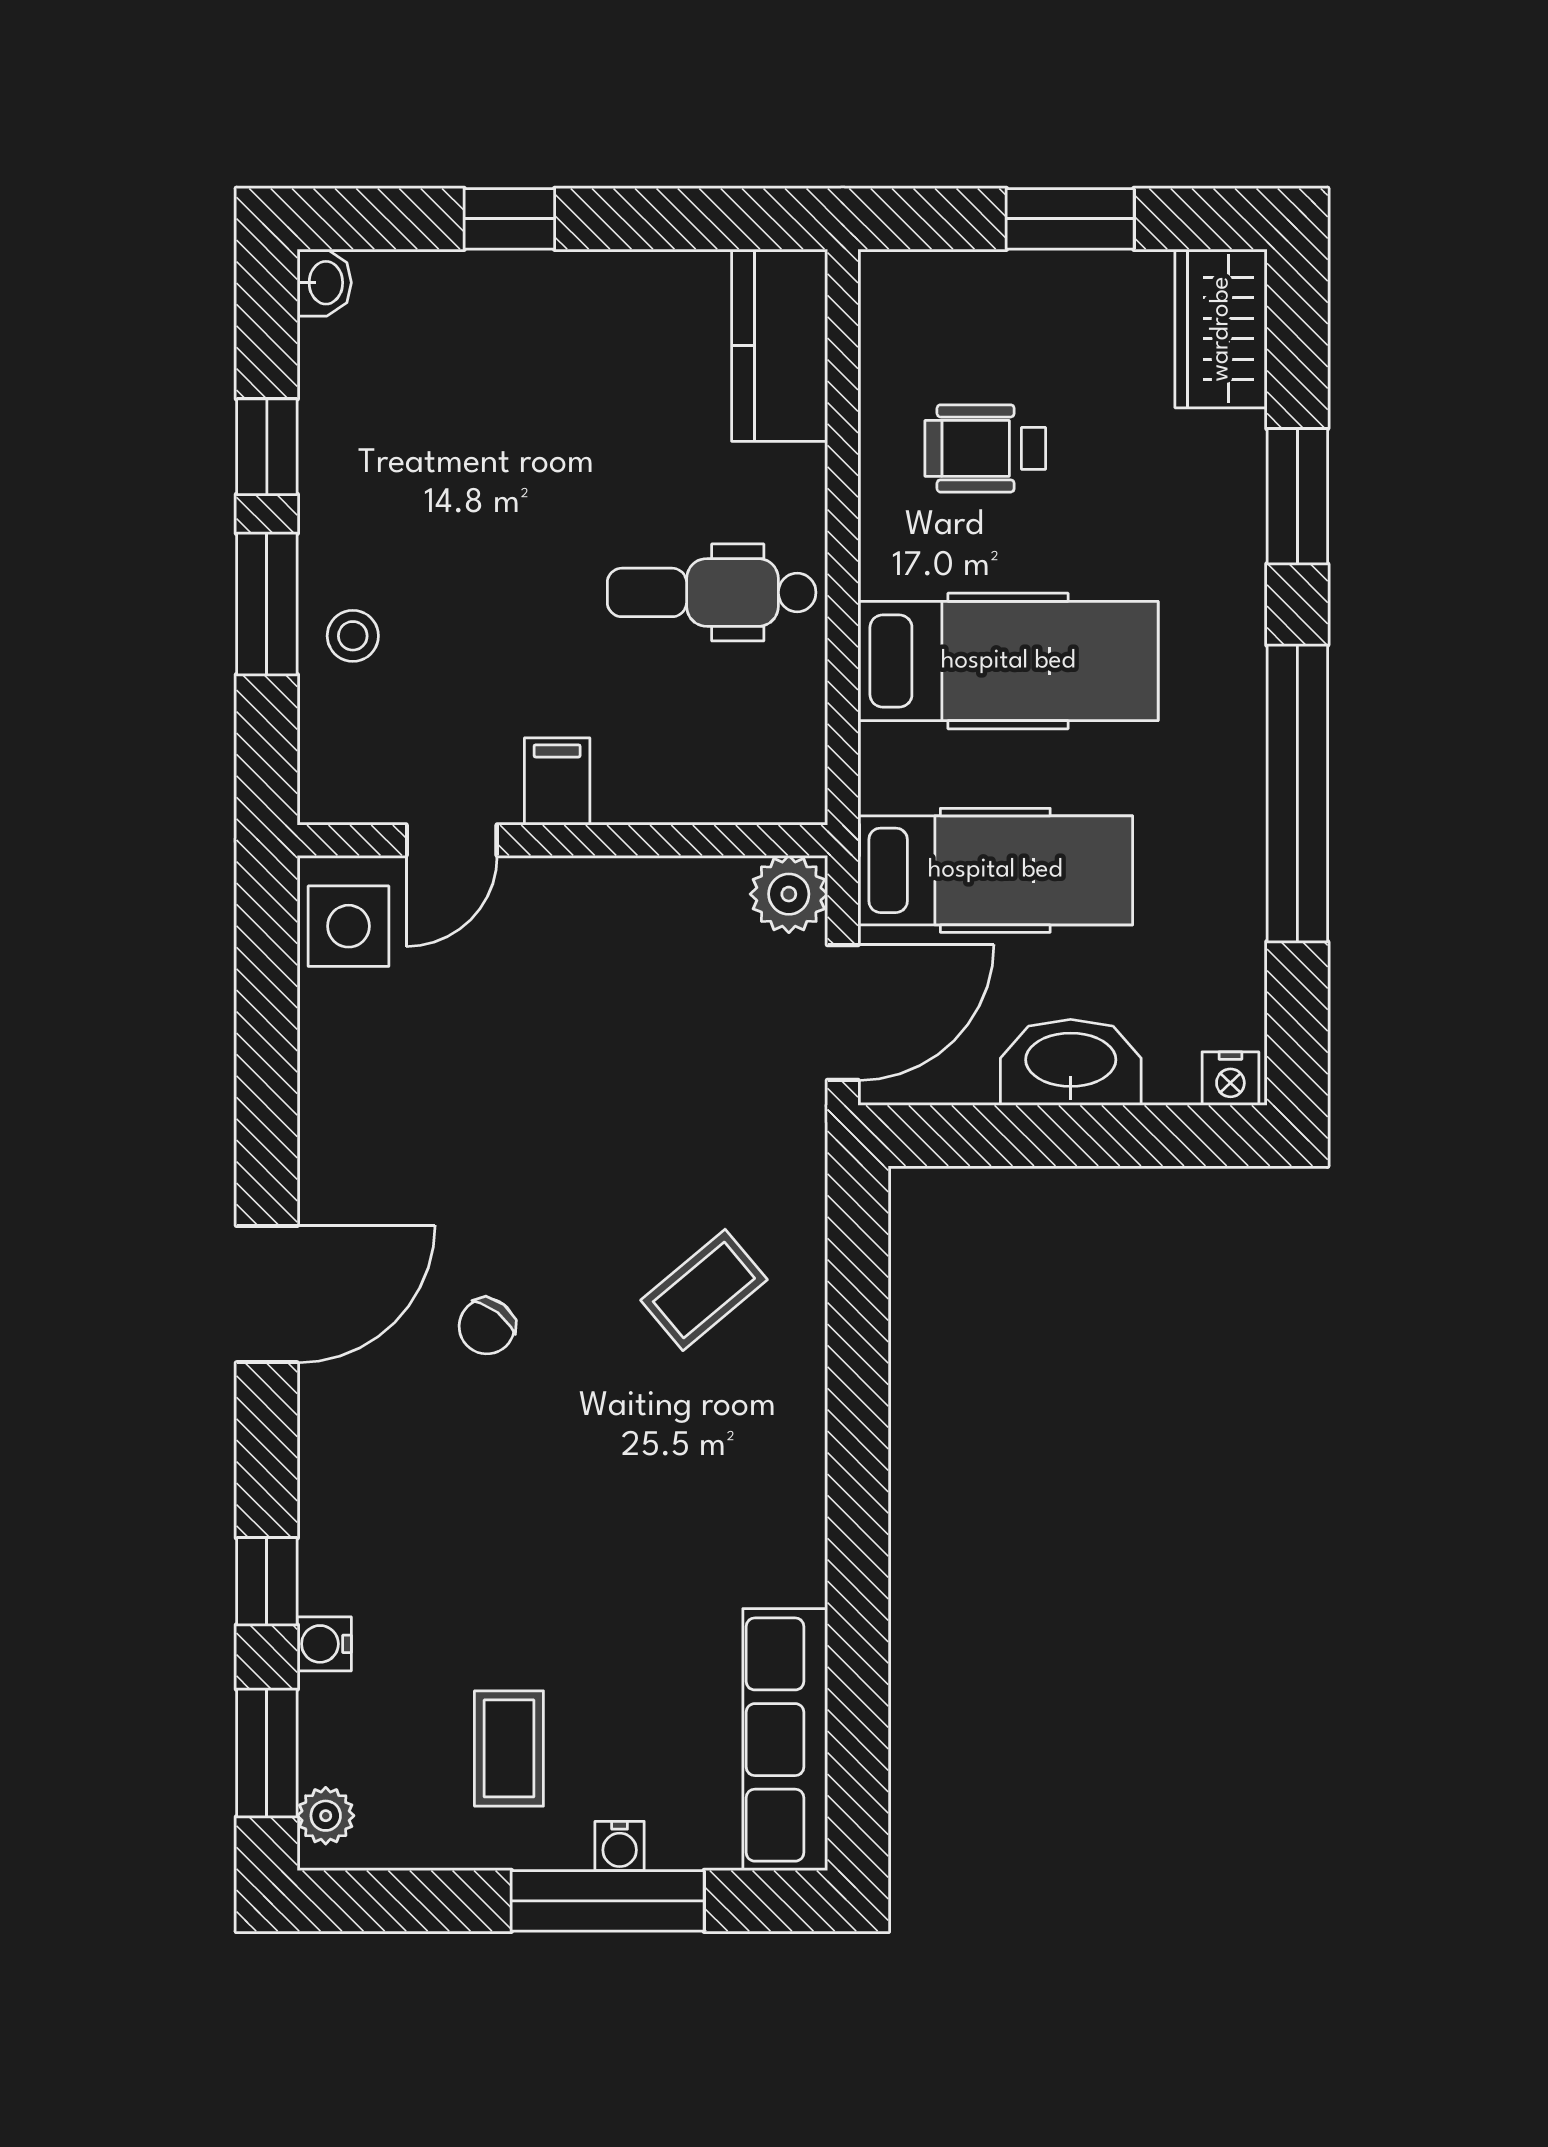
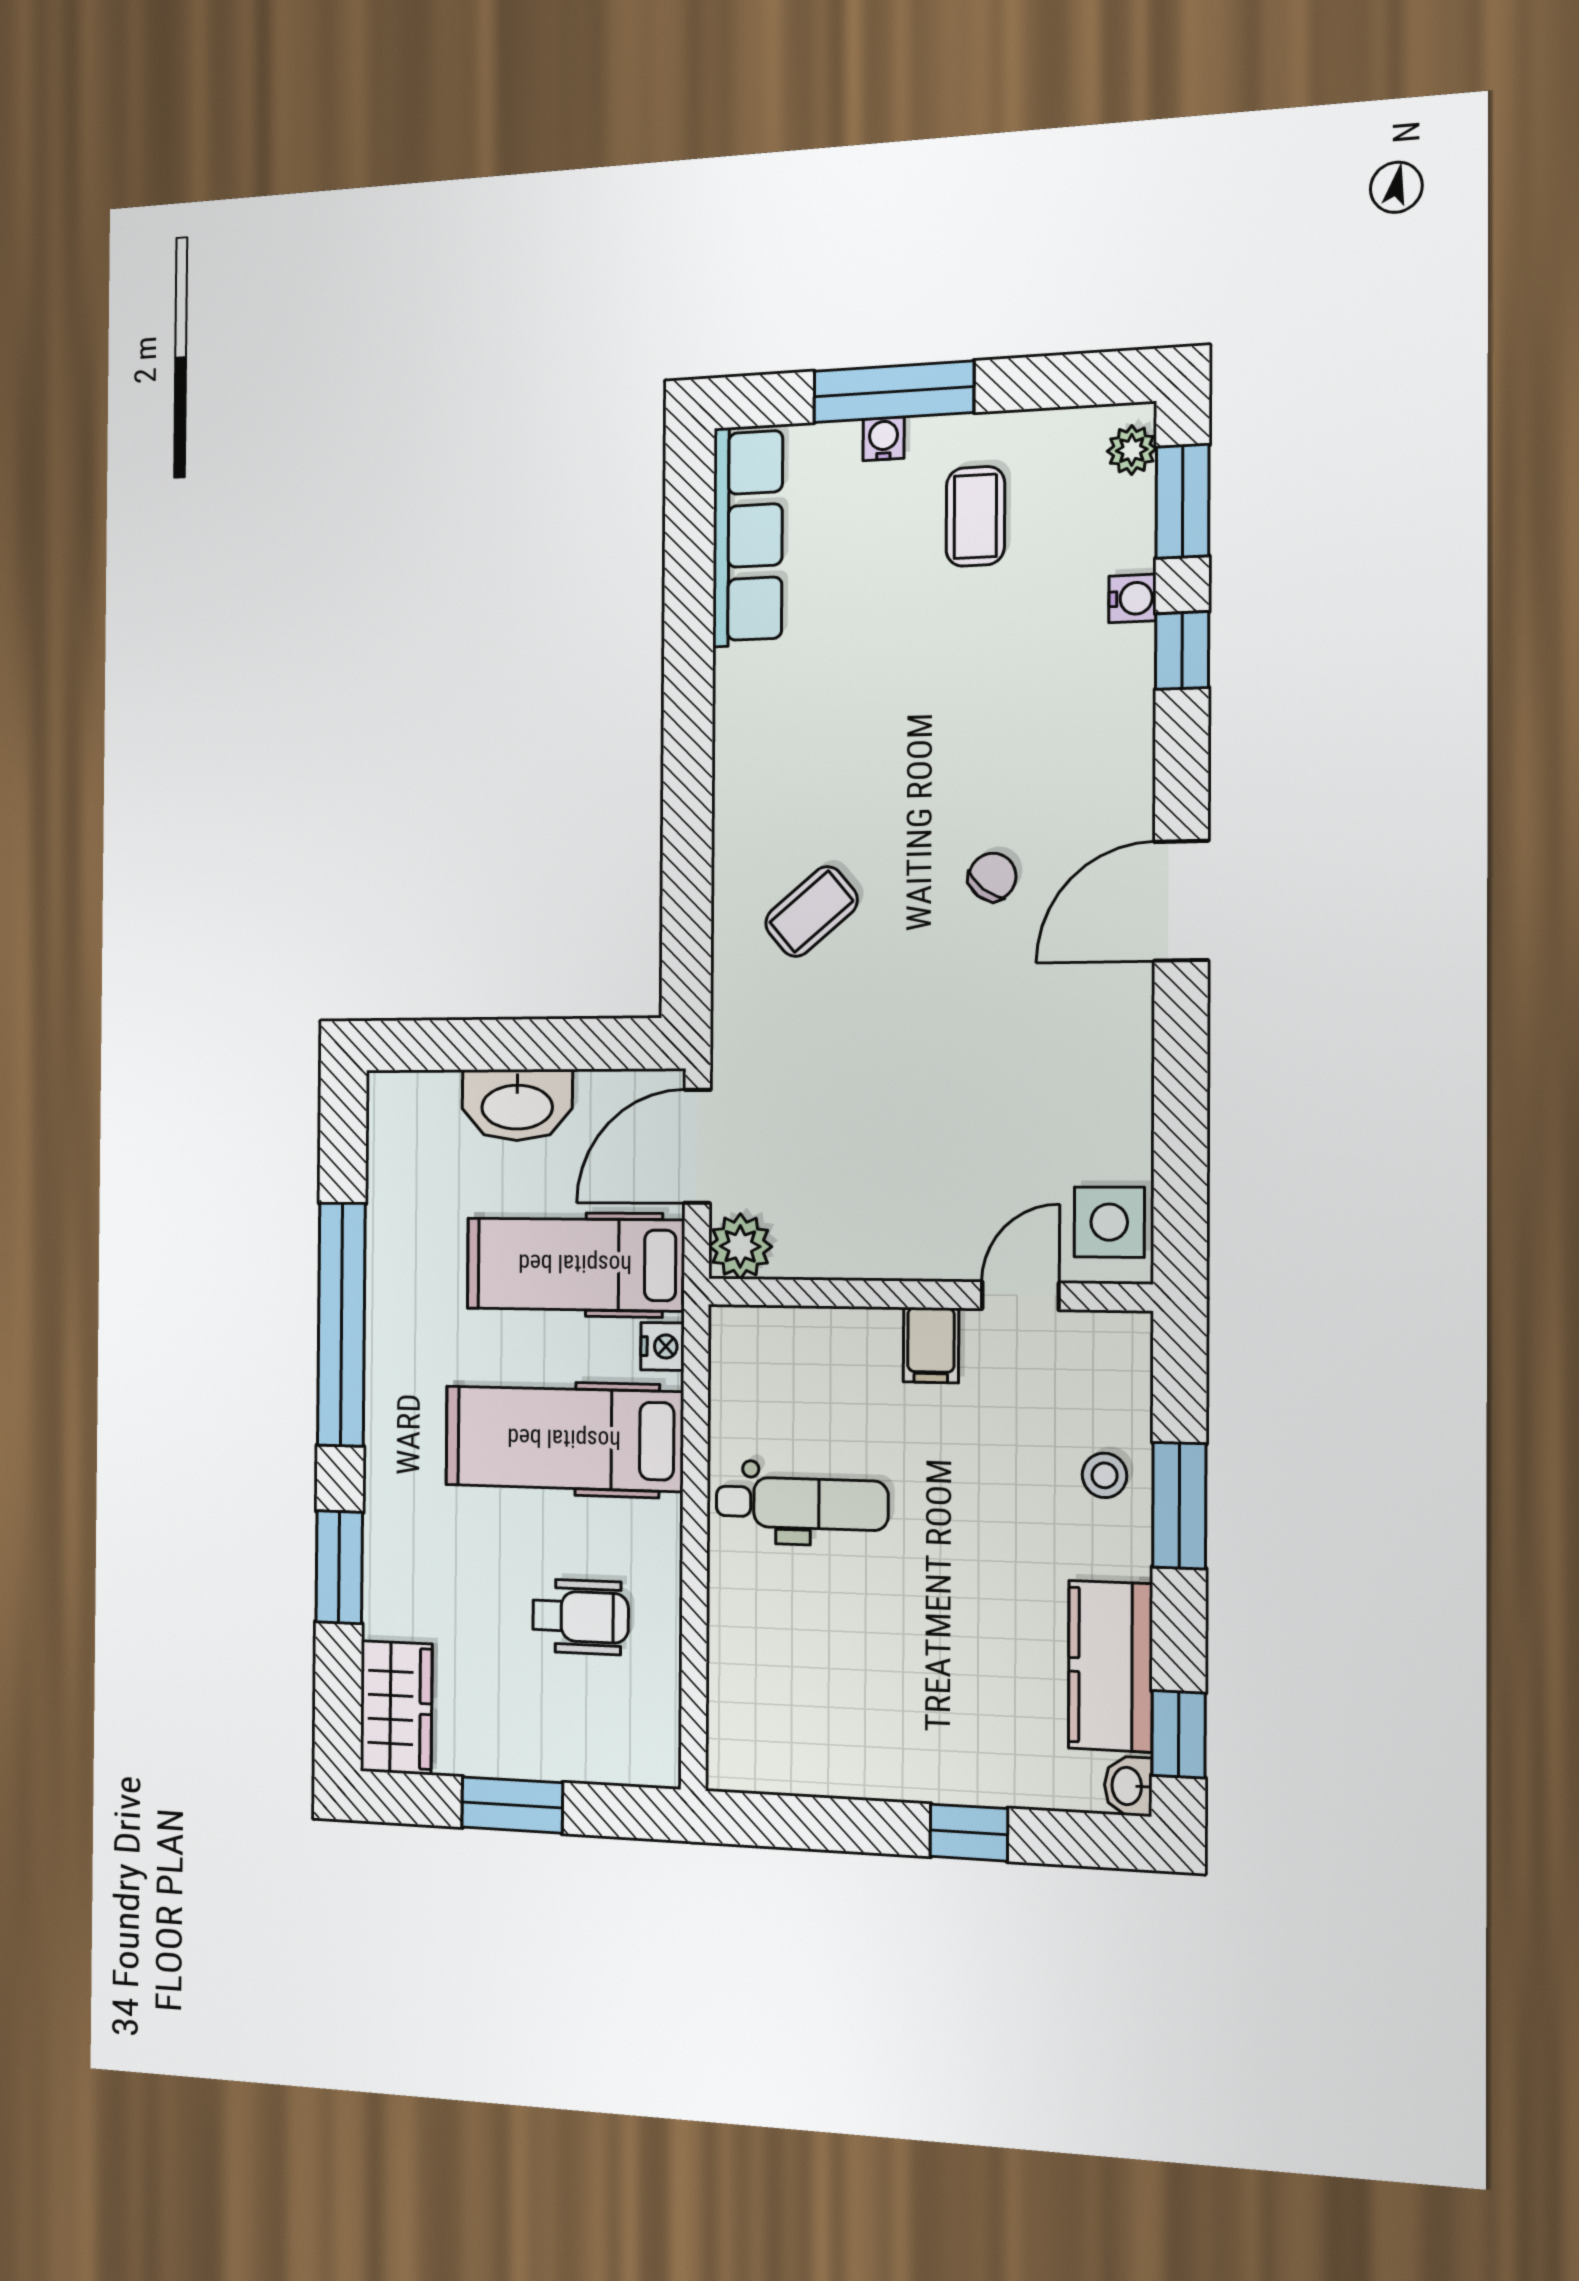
kitchen counter: (780, 345) -> (1110, 1666), moved, turned 180
window: (267, 447) -> (1179, 1734), moved
nightstand: (1230, 1079) -> (662, 1346), moved, turned 90

